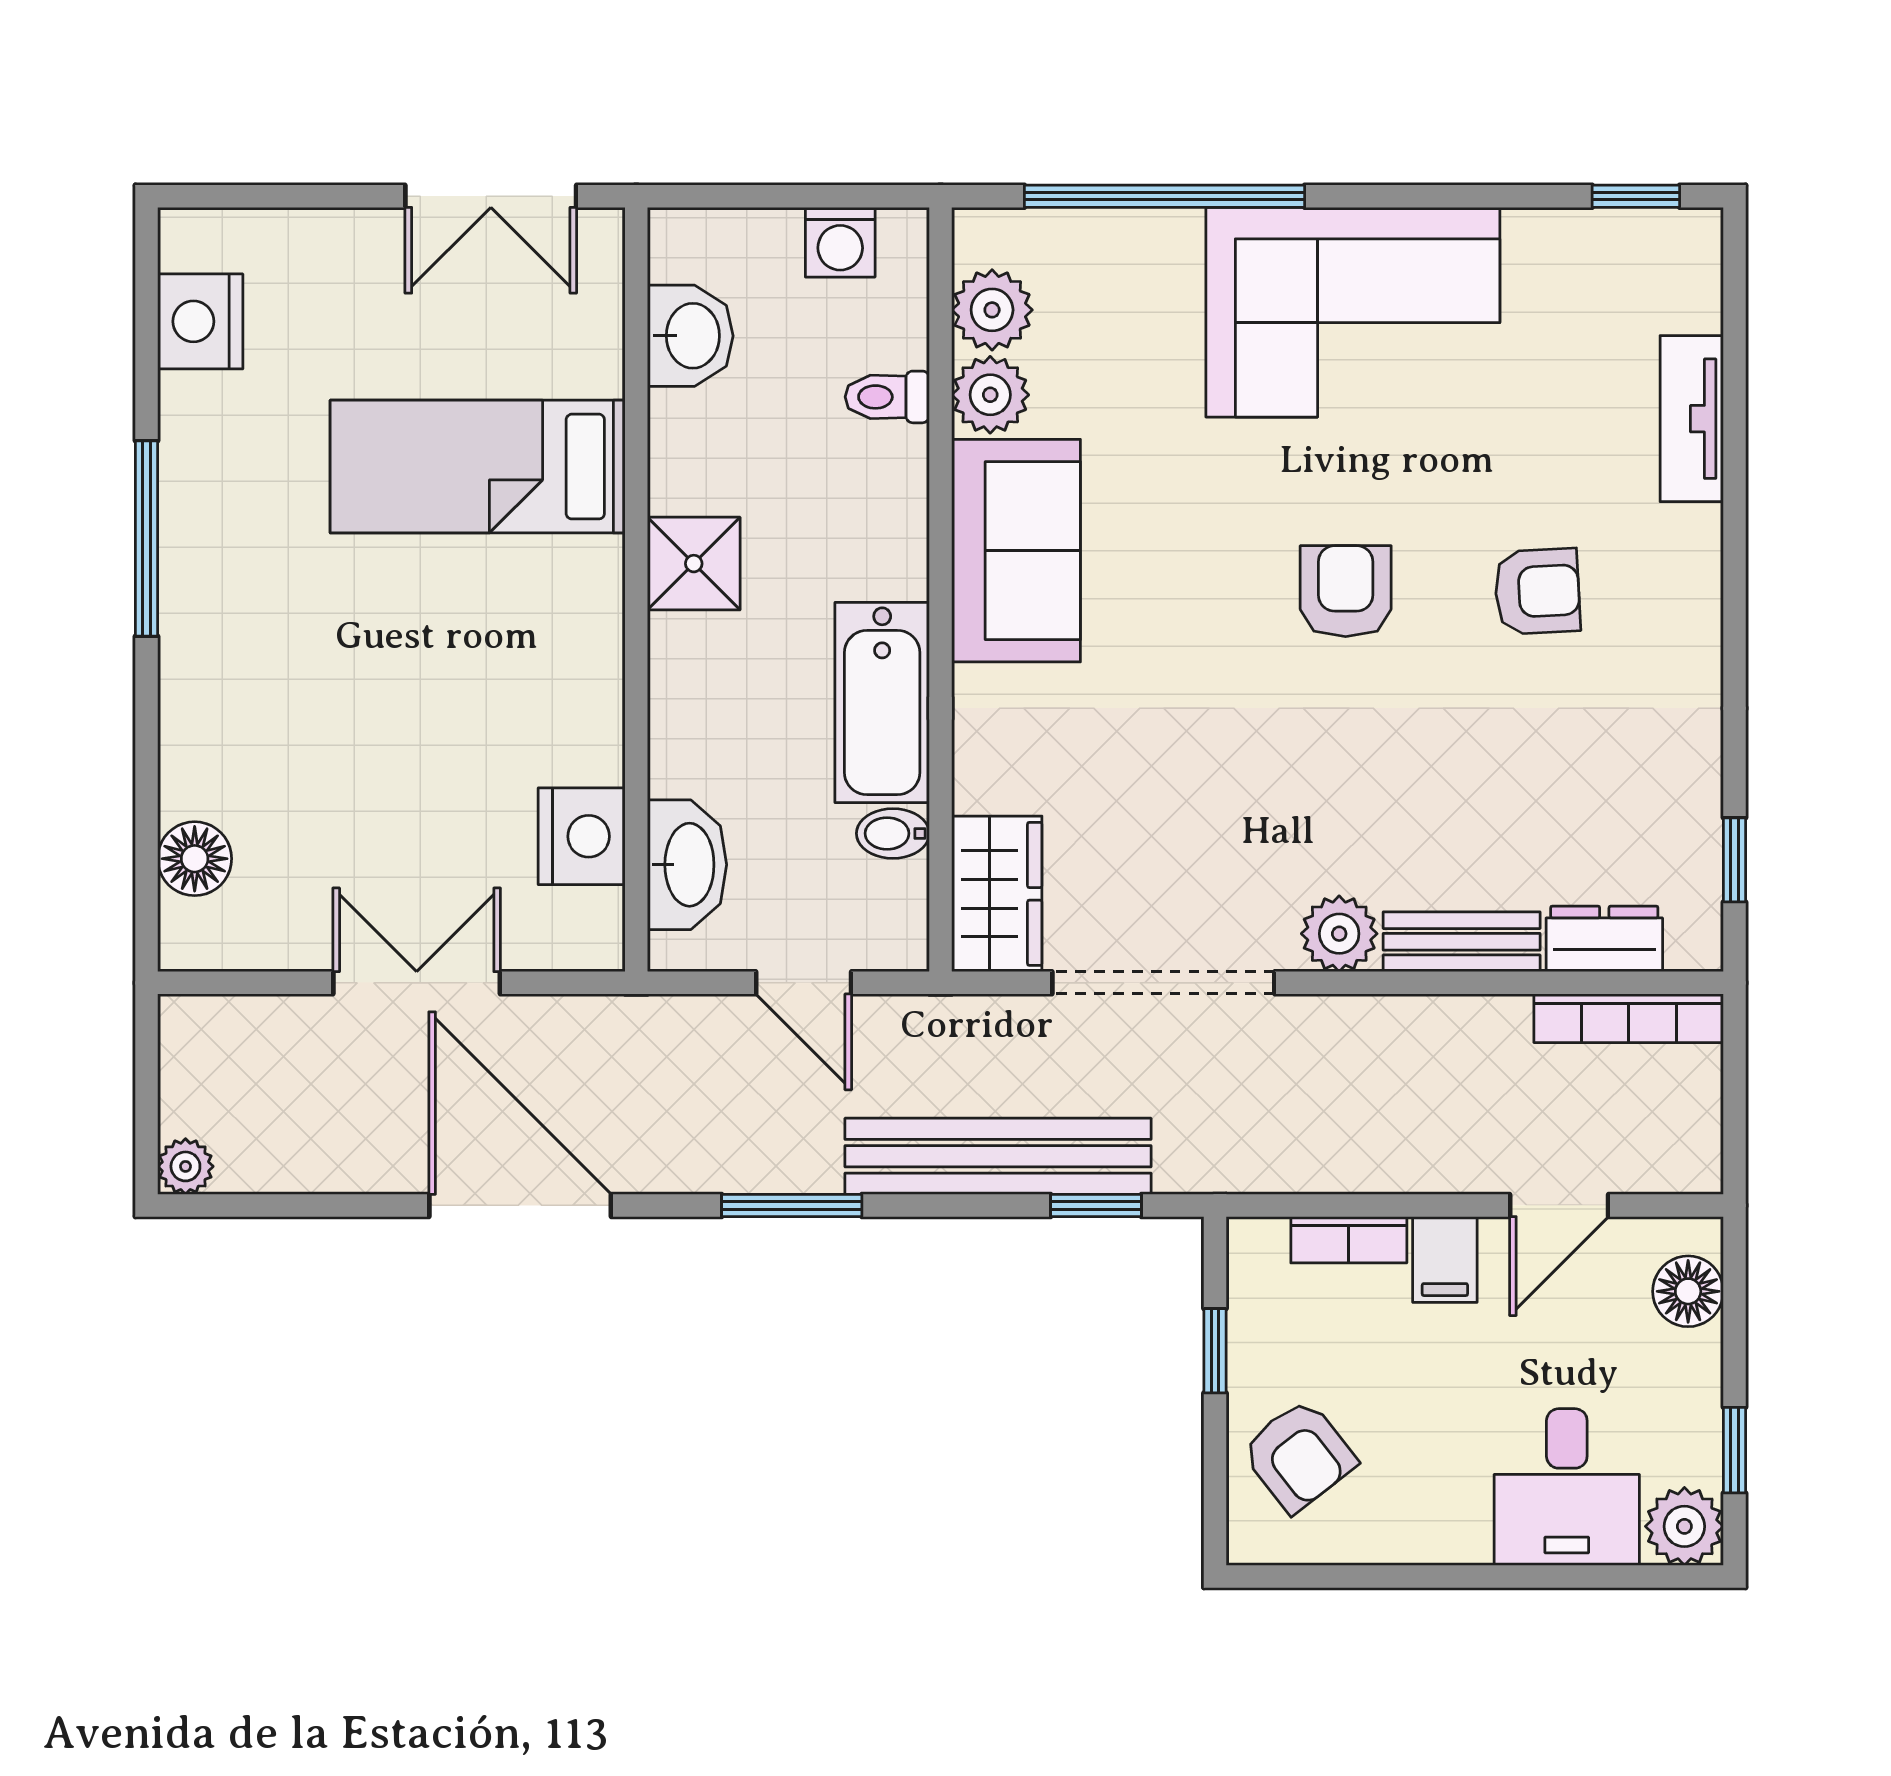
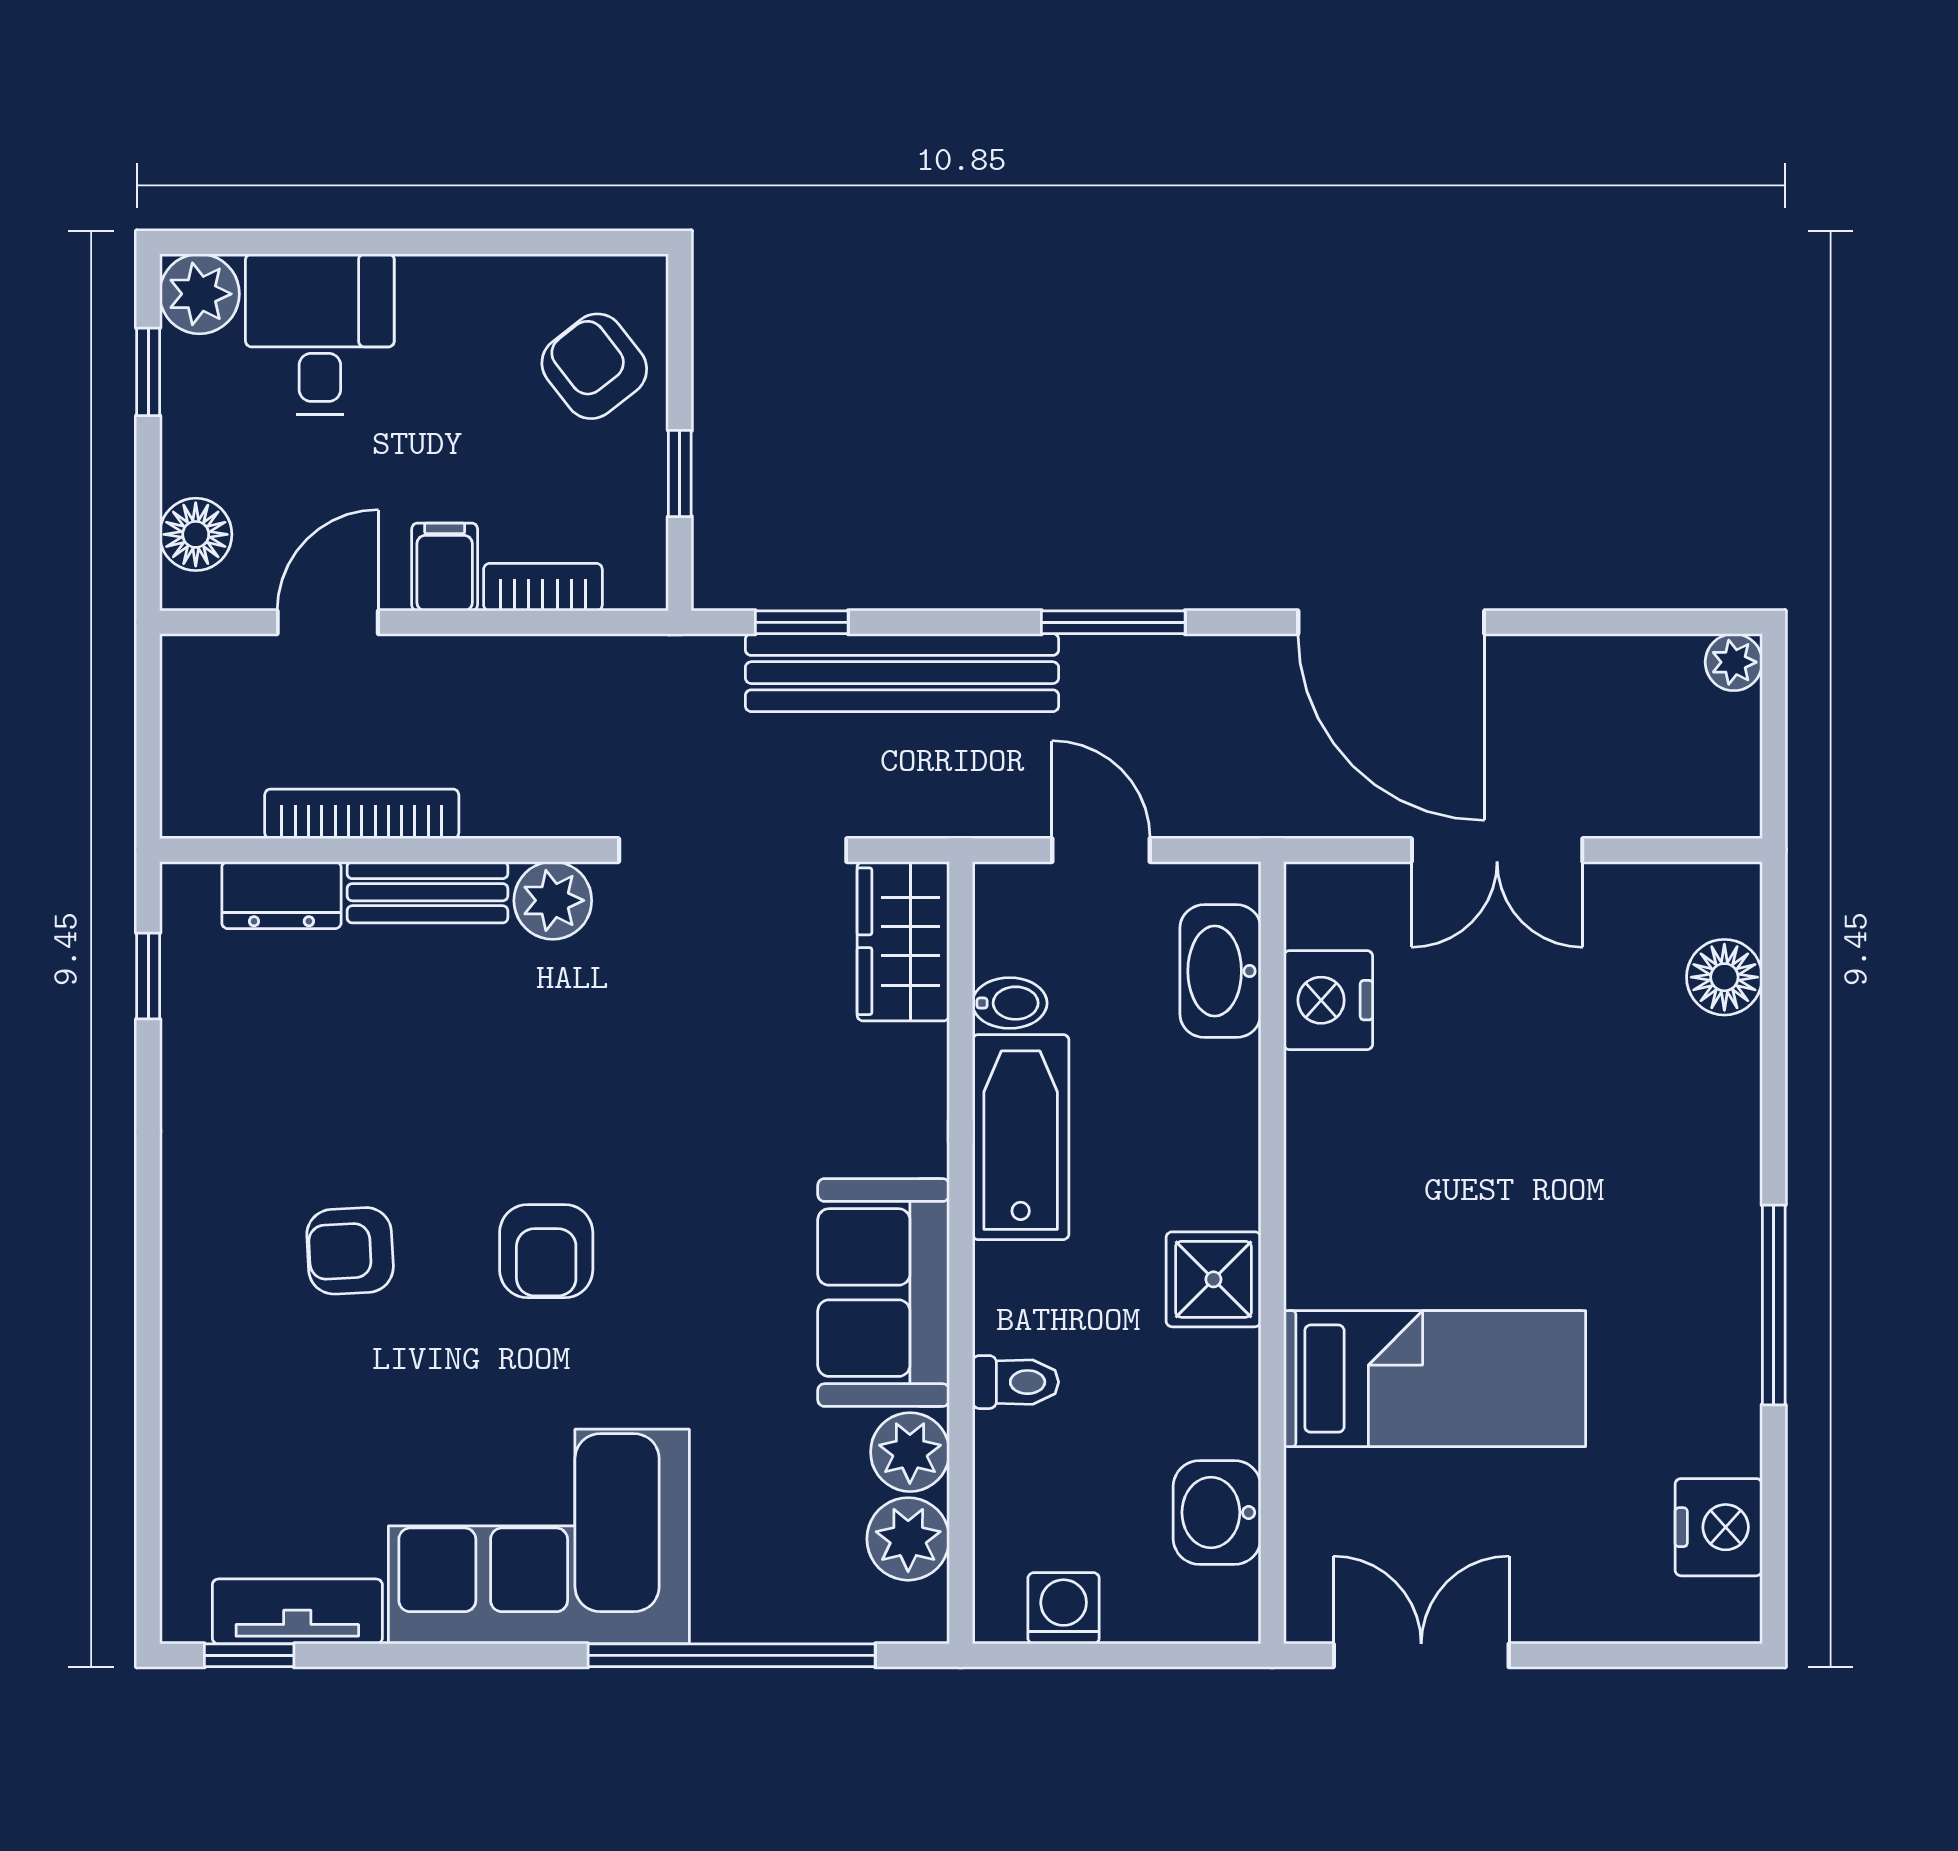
toilet: (887, 397) -> (1015, 1382), moved
tv unit: (1692, 419) -> (297, 1611), moved, turned -90
bookcase: (1629, 1018) -> (362, 814), moved

